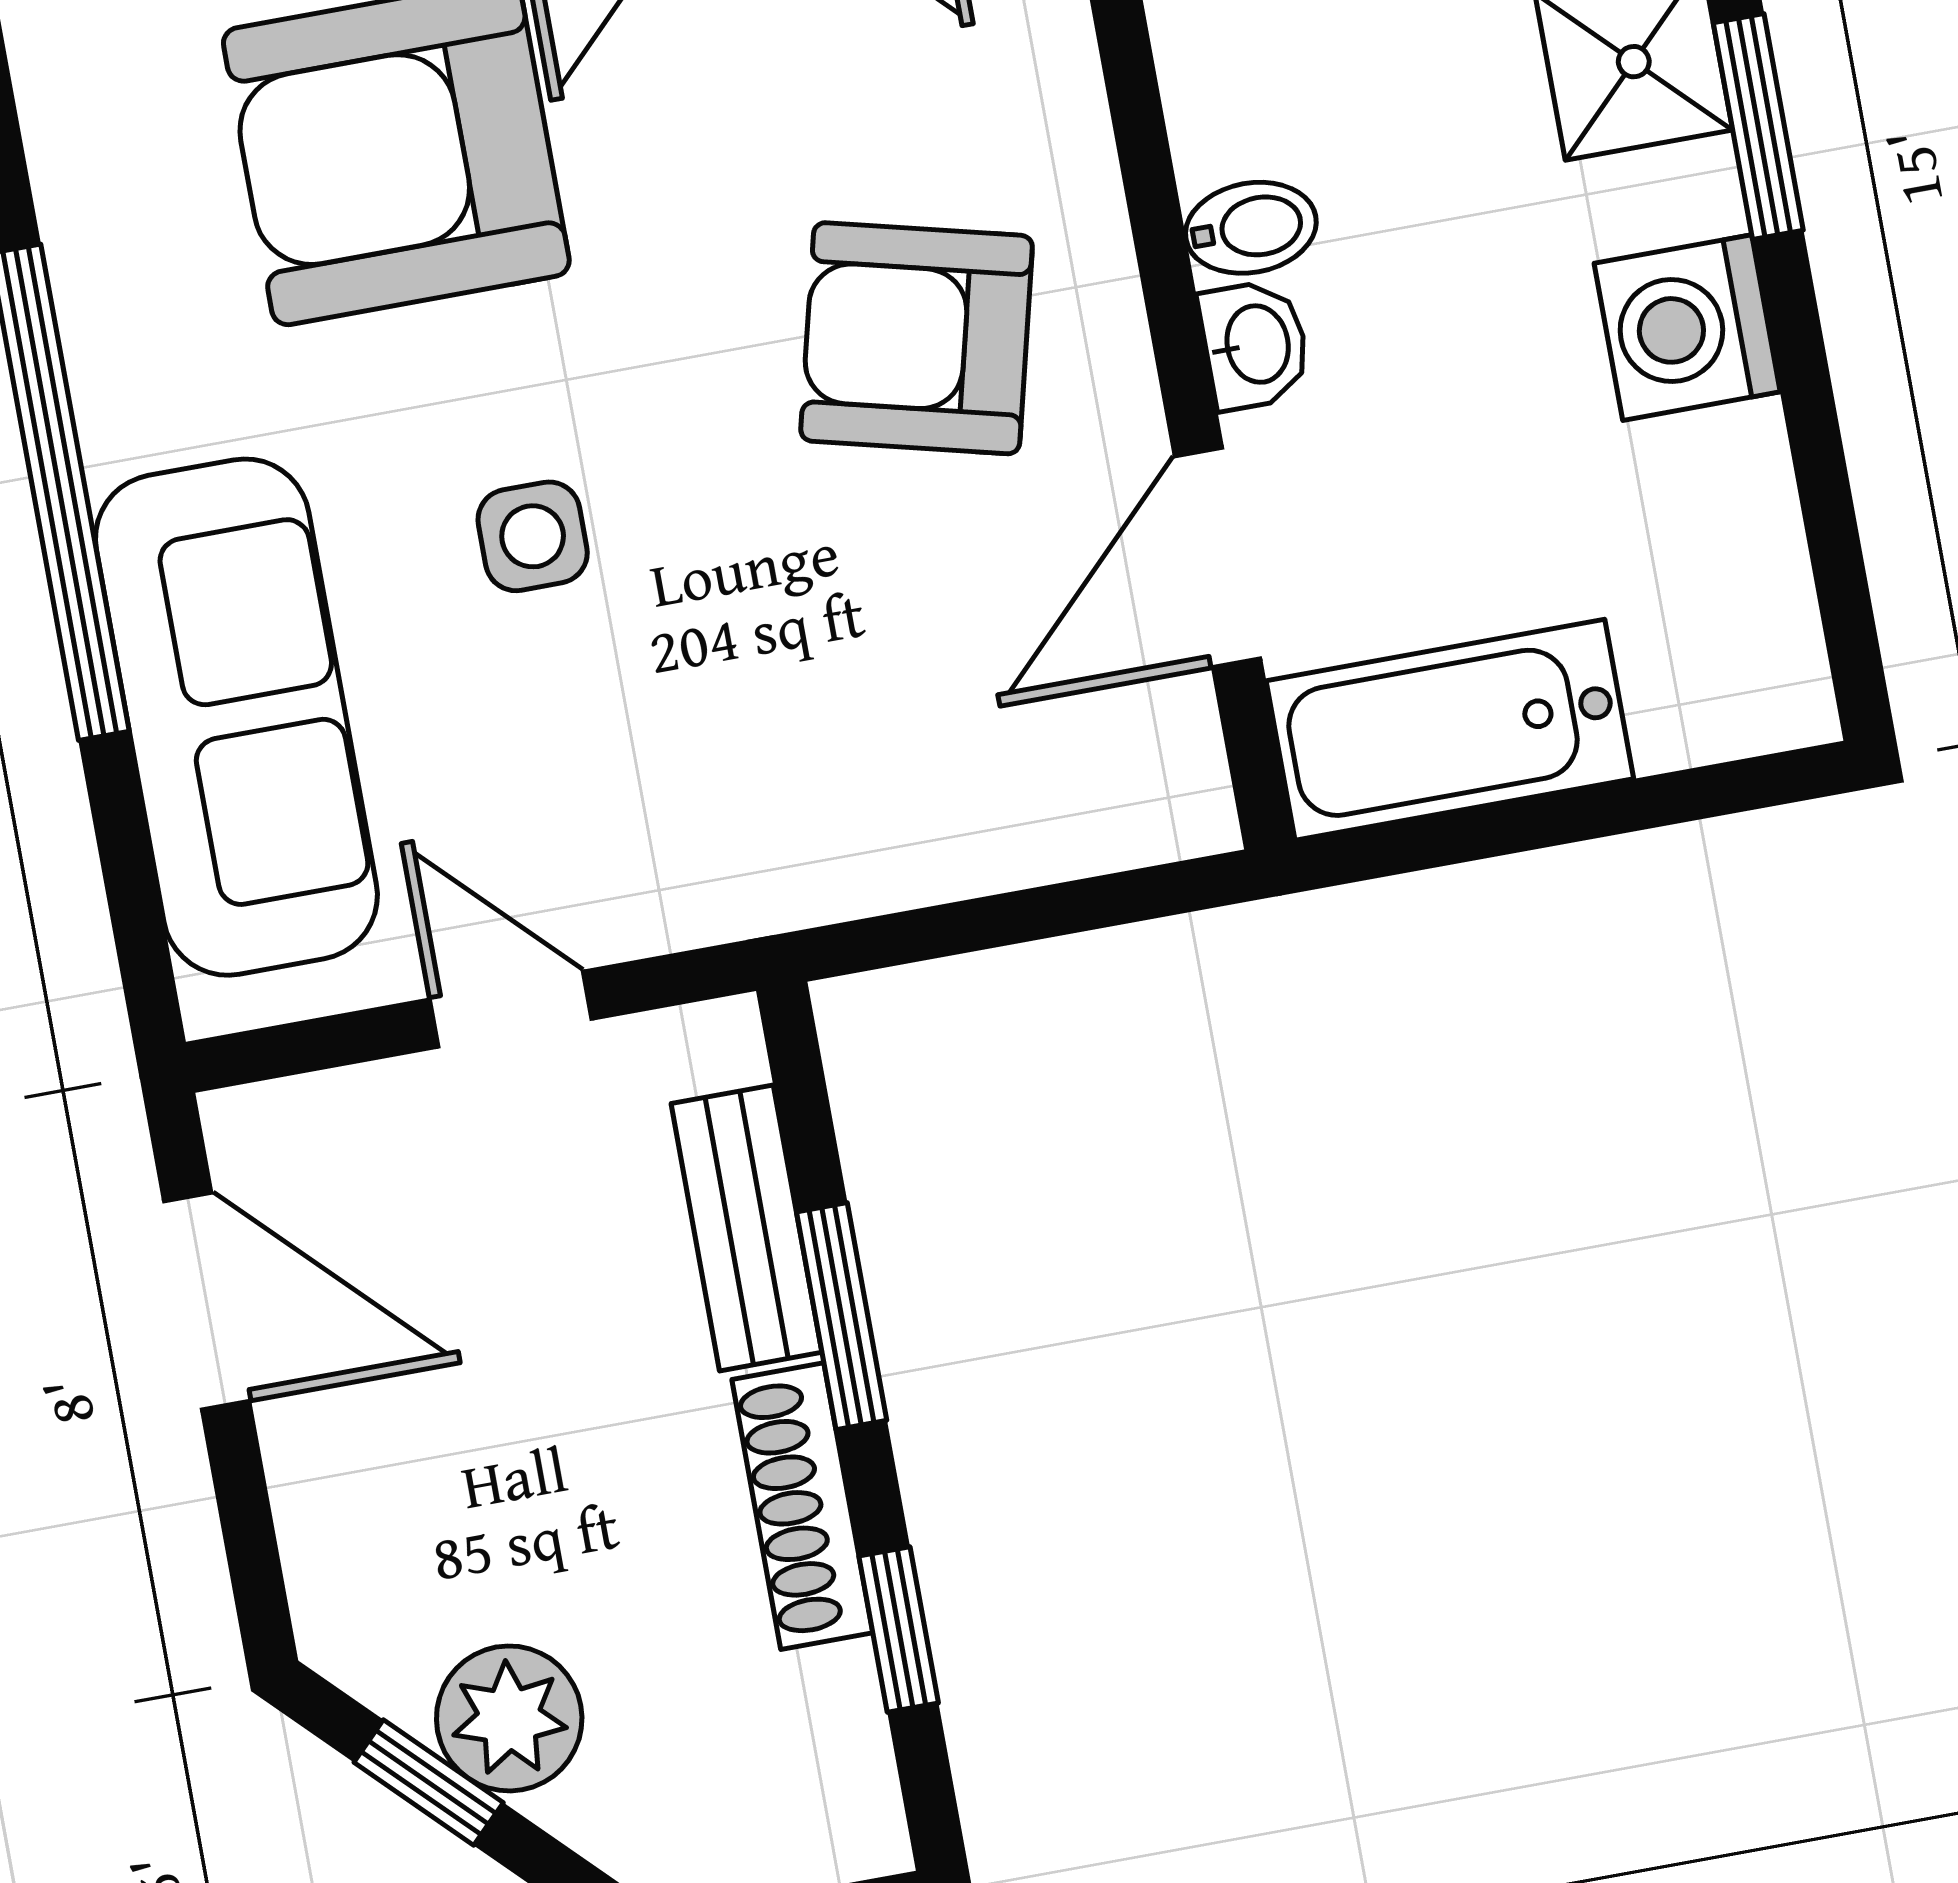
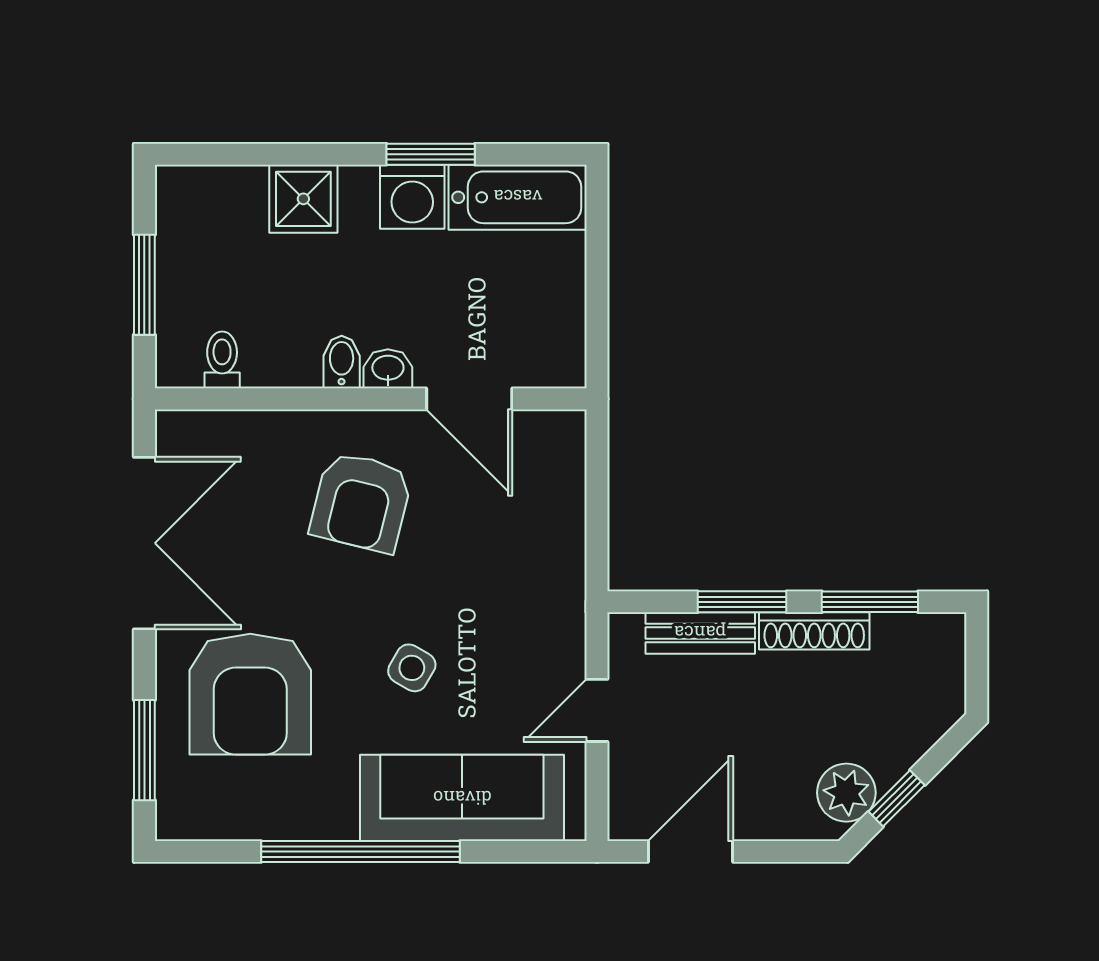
window: (1758, 126) -> (431, 154), moved
side table: (533, 536) -> (412, 668), turned 30
bathtub: (1450, 730) -> (518, 197), moved, turned -90
window: (899, 1630) -> (870, 602), width x1.50
plant: (509, 1718) -> (846, 793), moved

